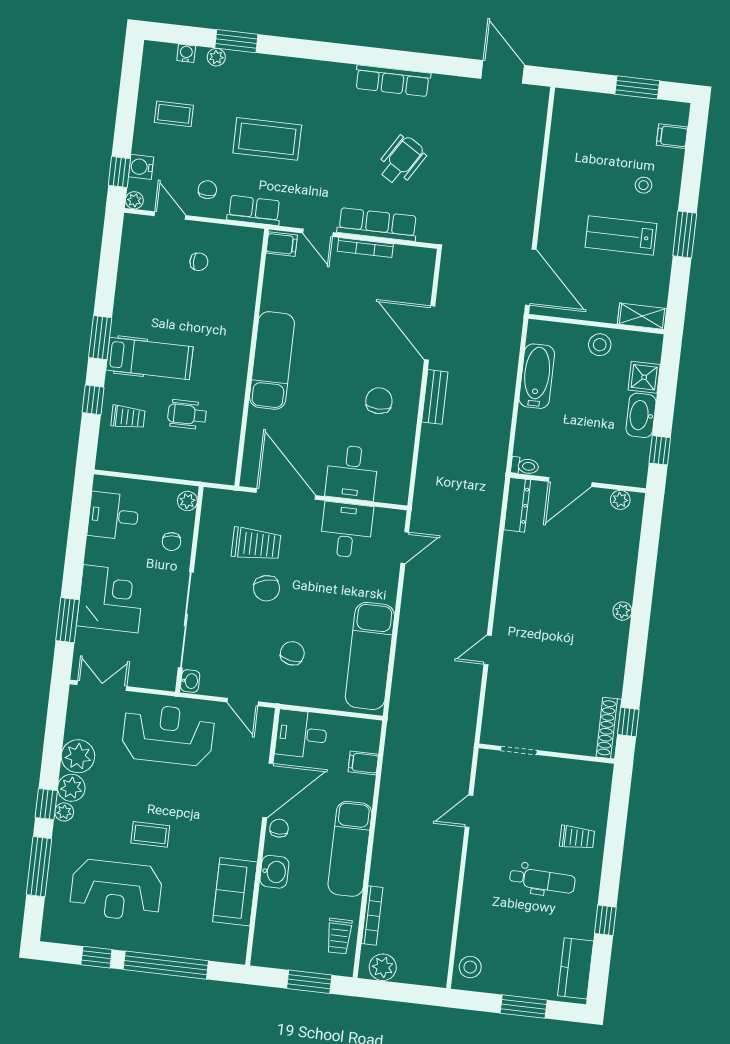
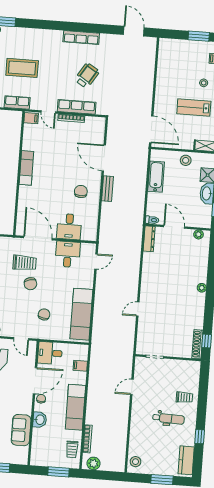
exam couch: (272, 360) -> (26, 168), width x0.73, depth x0.69
door: (570, 482) -> (174, 227), swing flipped

